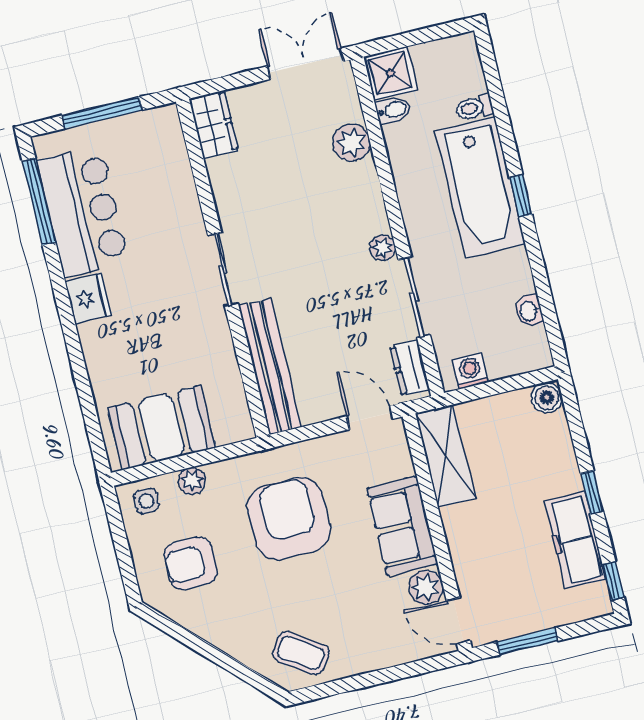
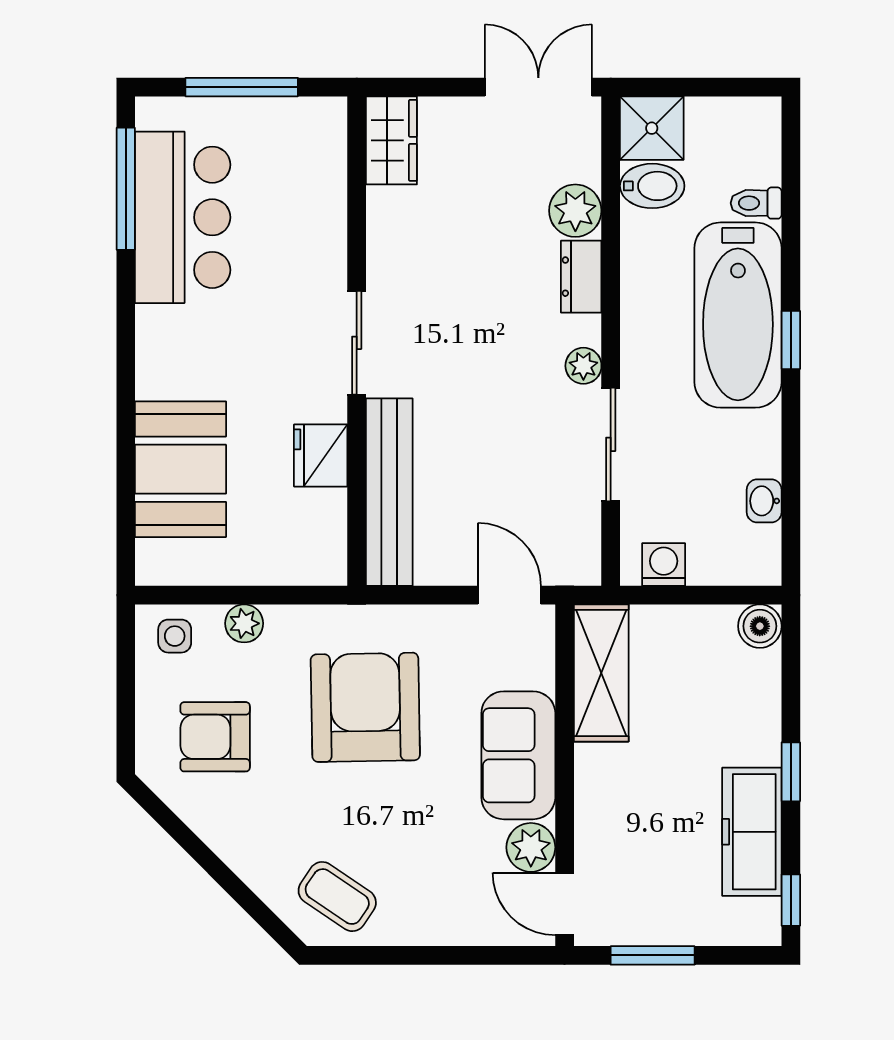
bidet: (393, 110) -> (652, 186), width x1.38, depth x1.36
fridge: (88, 298) -> (321, 456), moved, turned 180
dresser: (410, 368) -> (581, 277), moved
booth: (162, 428) -> (181, 469), moved, turned 90

